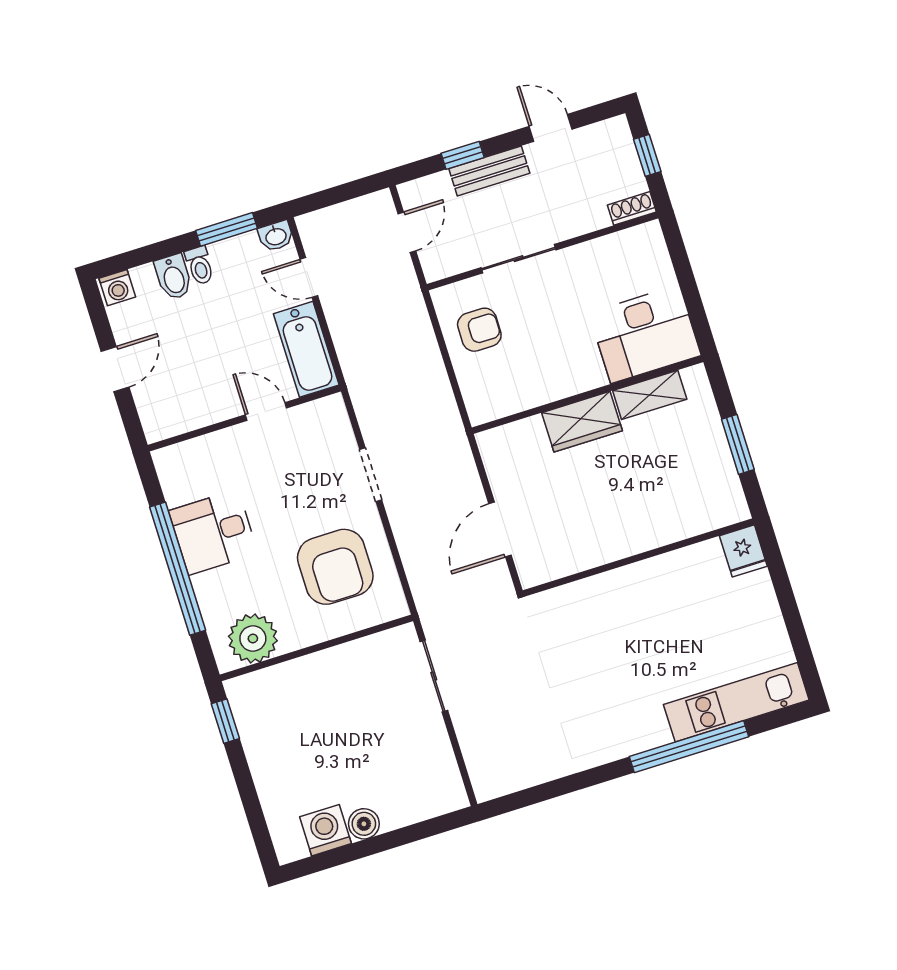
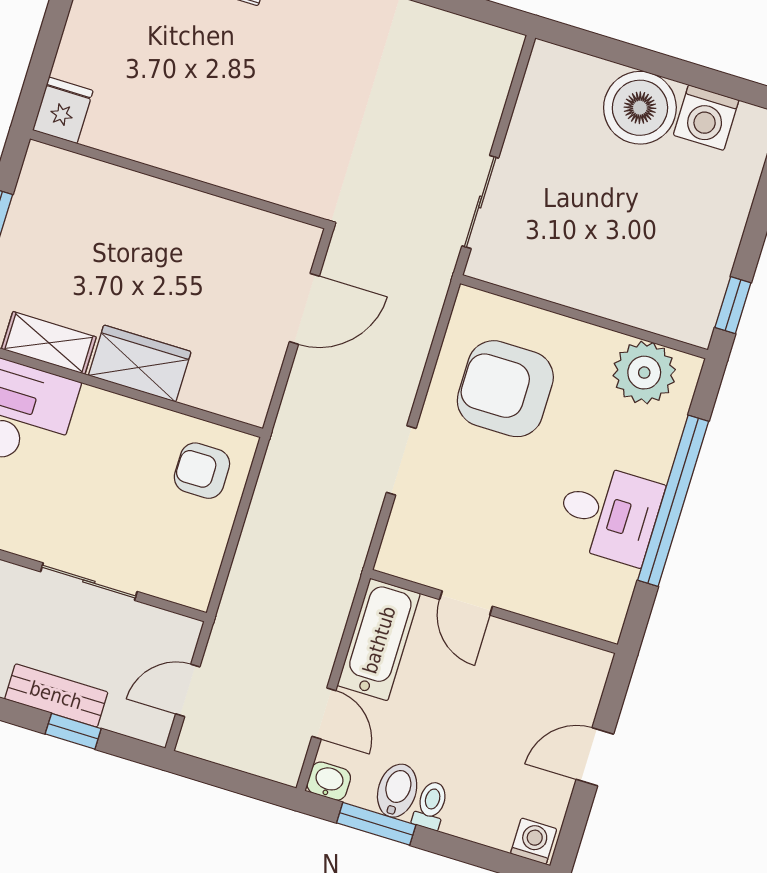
bidet: (173, 277) -> (397, 791), moved
armchair: (479, 330) -> (202, 471), moved
armchair: (335, 567) -> (505, 389), turned -90
boiler: (364, 824) -> (640, 108), width x1.86, depth x1.86

